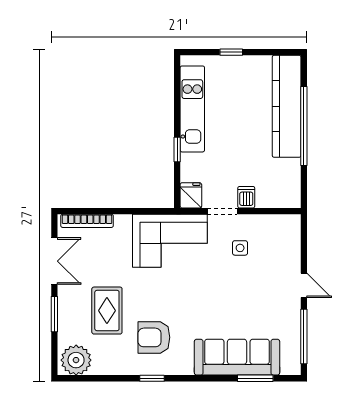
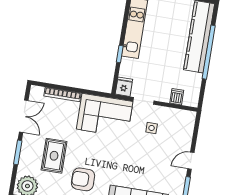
dishwasher: (246, 197) -> (177, 97), moved
bookcase: (87, 221) -> (62, 94), moved
door: (304, 285) -> (191, 161), swing flipped

